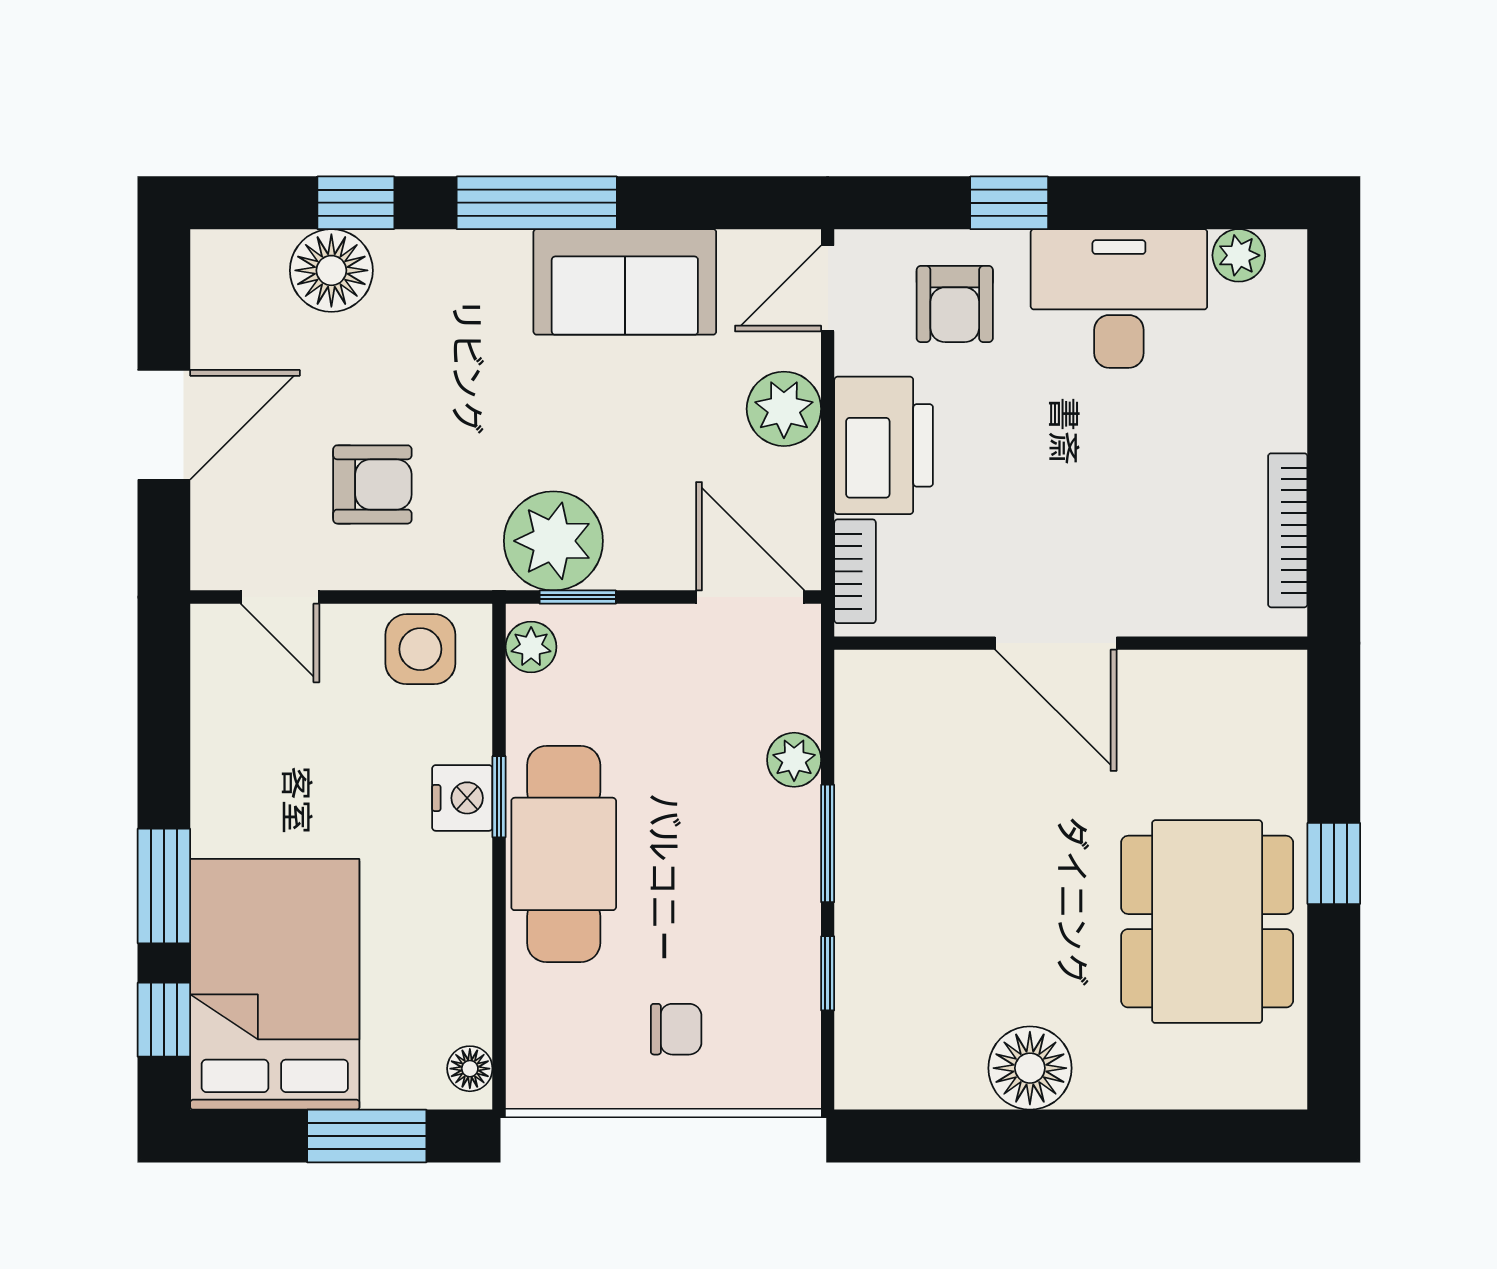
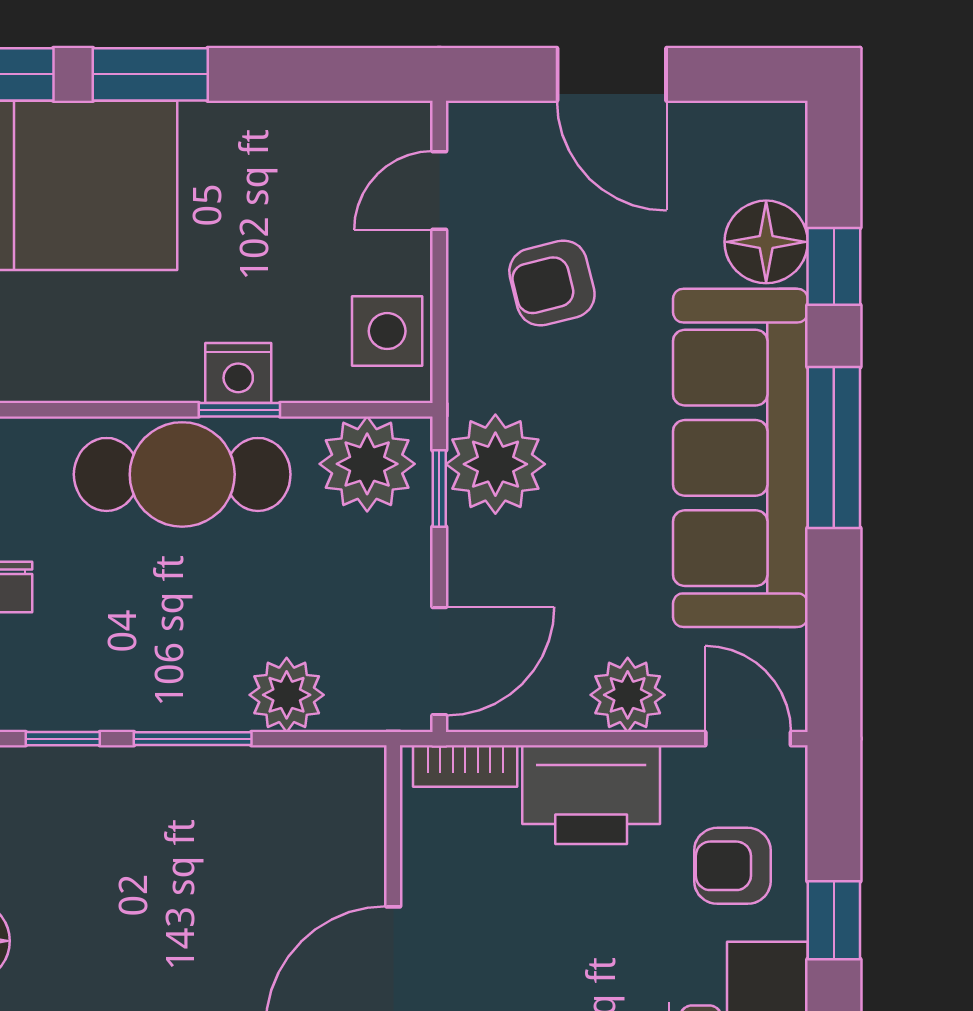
sofa: (625, 282) -> (740, 458), width x1.85, depth x1.27
armchair: (372, 484) -> (552, 283), turned 76
plant: (531, 647) -> (367, 464), width x1.87, depth x1.87
plant: (794, 760) -> (287, 695), width x1.38, depth x1.38

